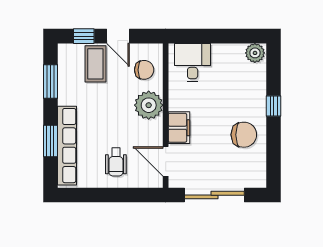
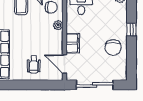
plant: (149, 105) -> (58, 25), width x0.53, depth x0.53
chair: (244, 135) -> (113, 48), turned 90

